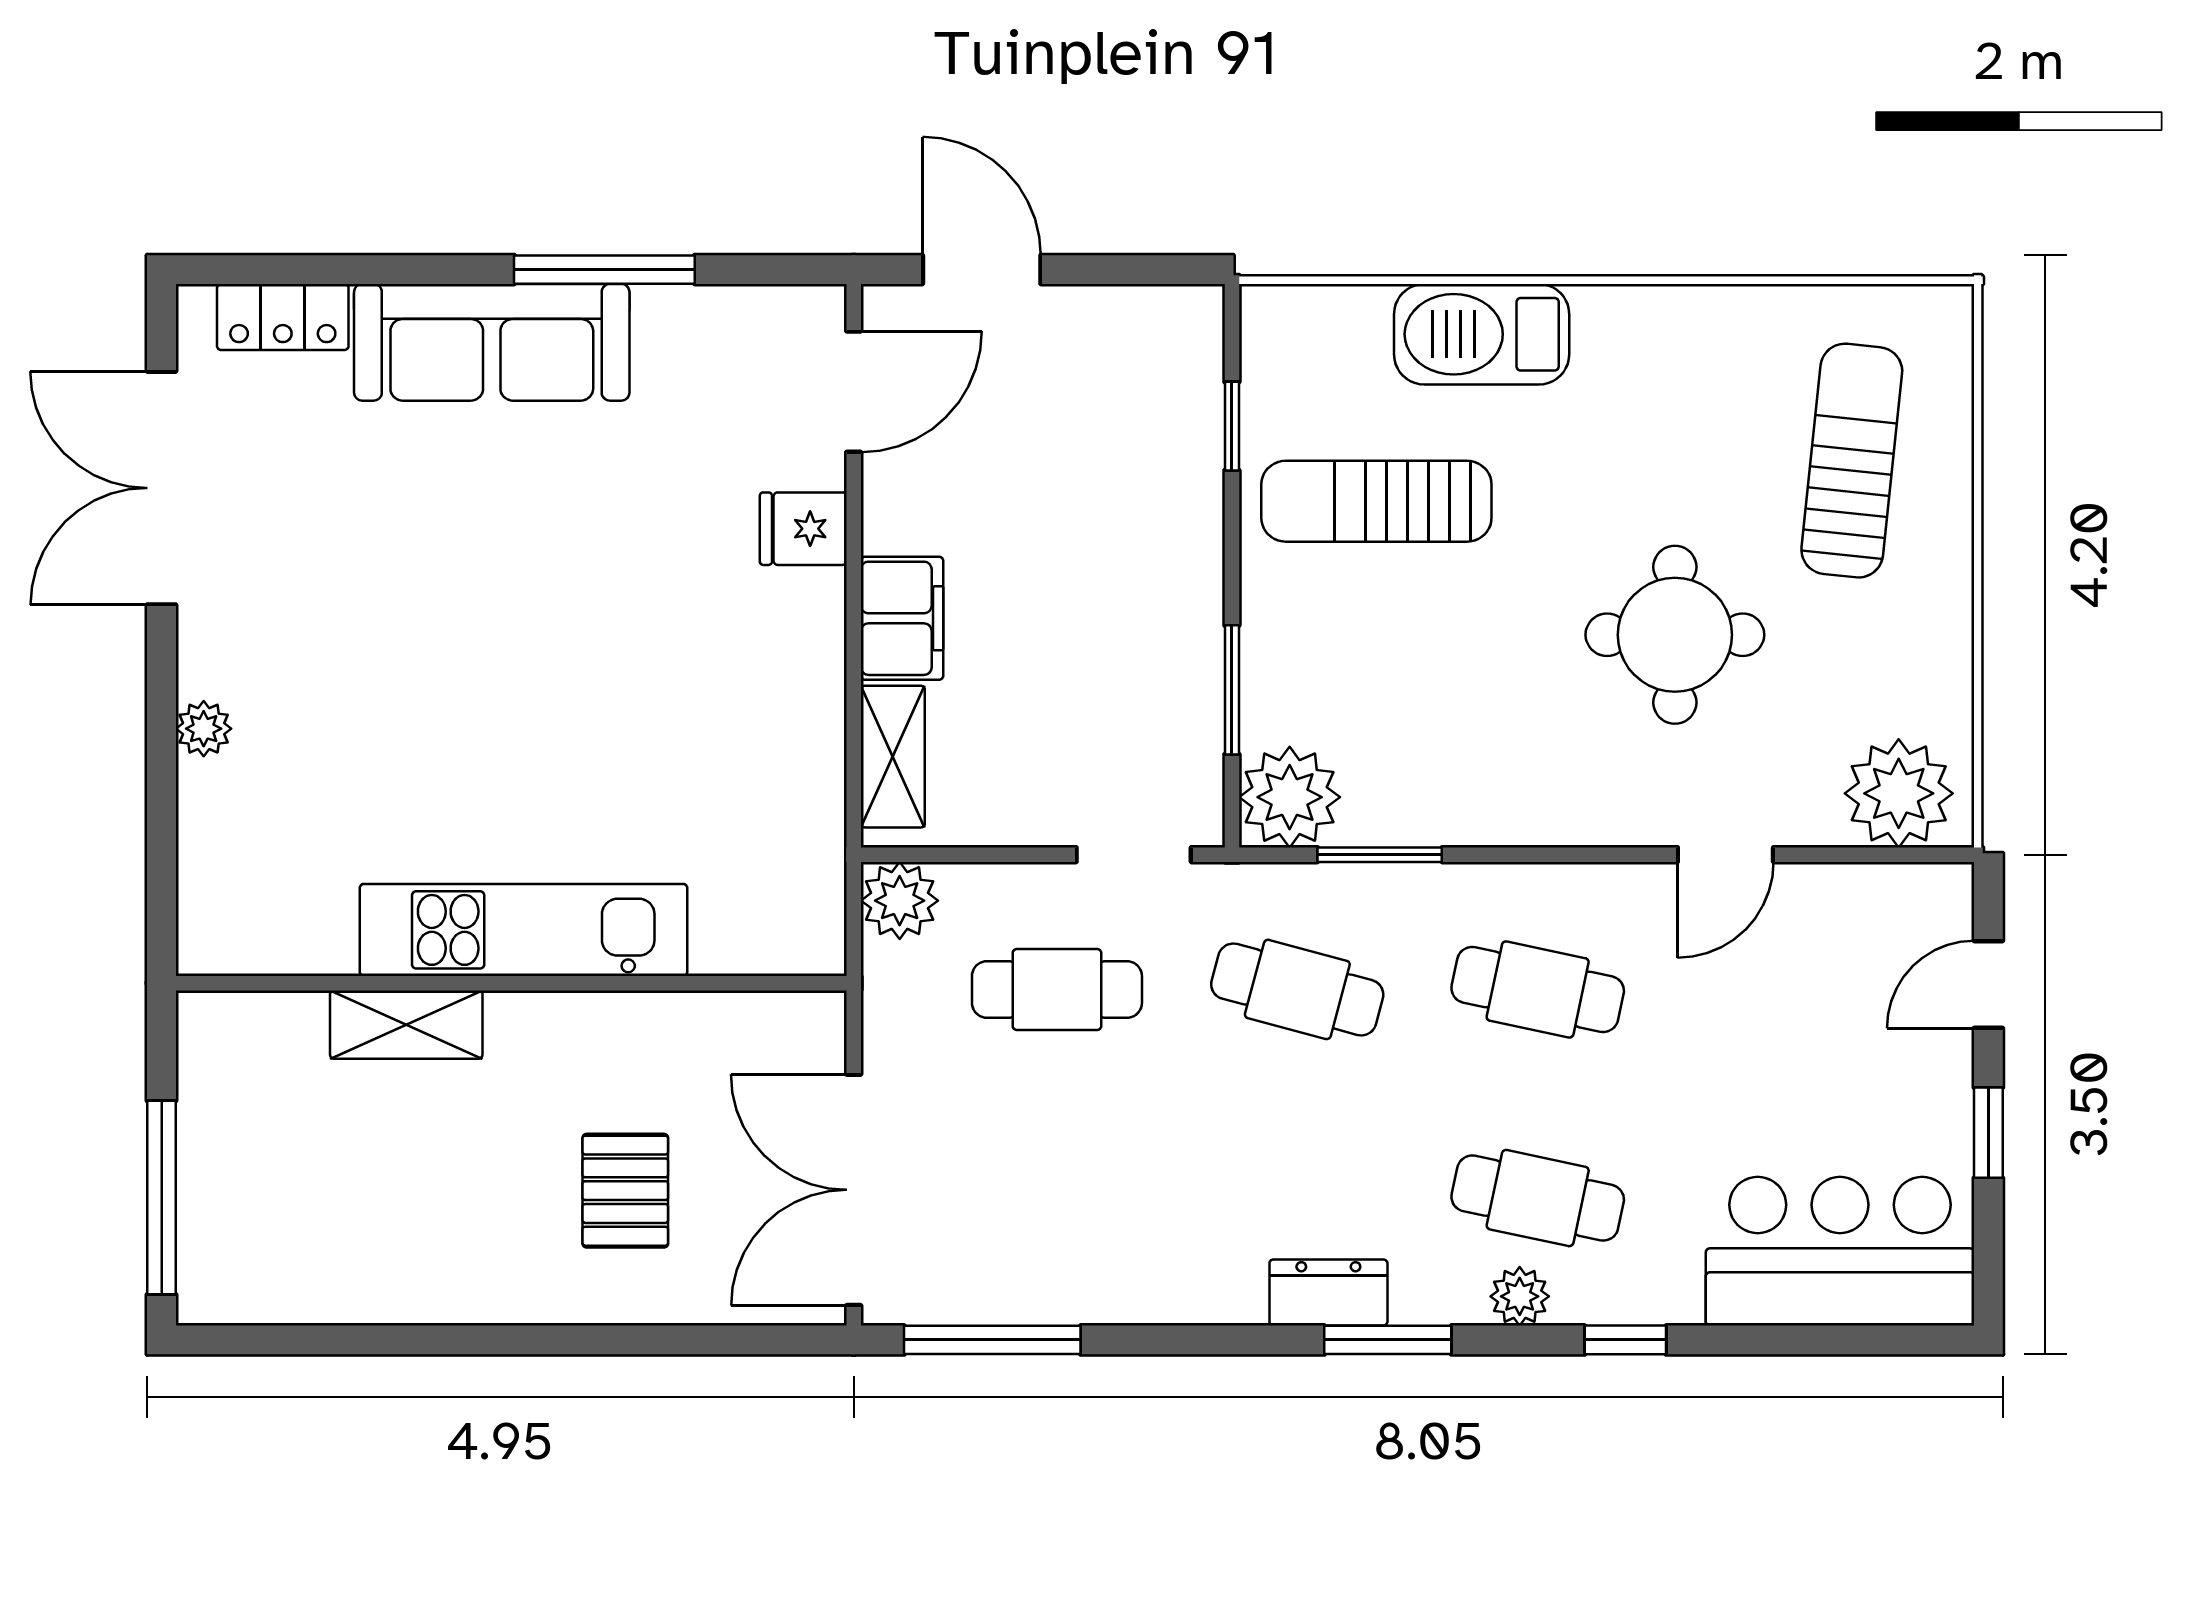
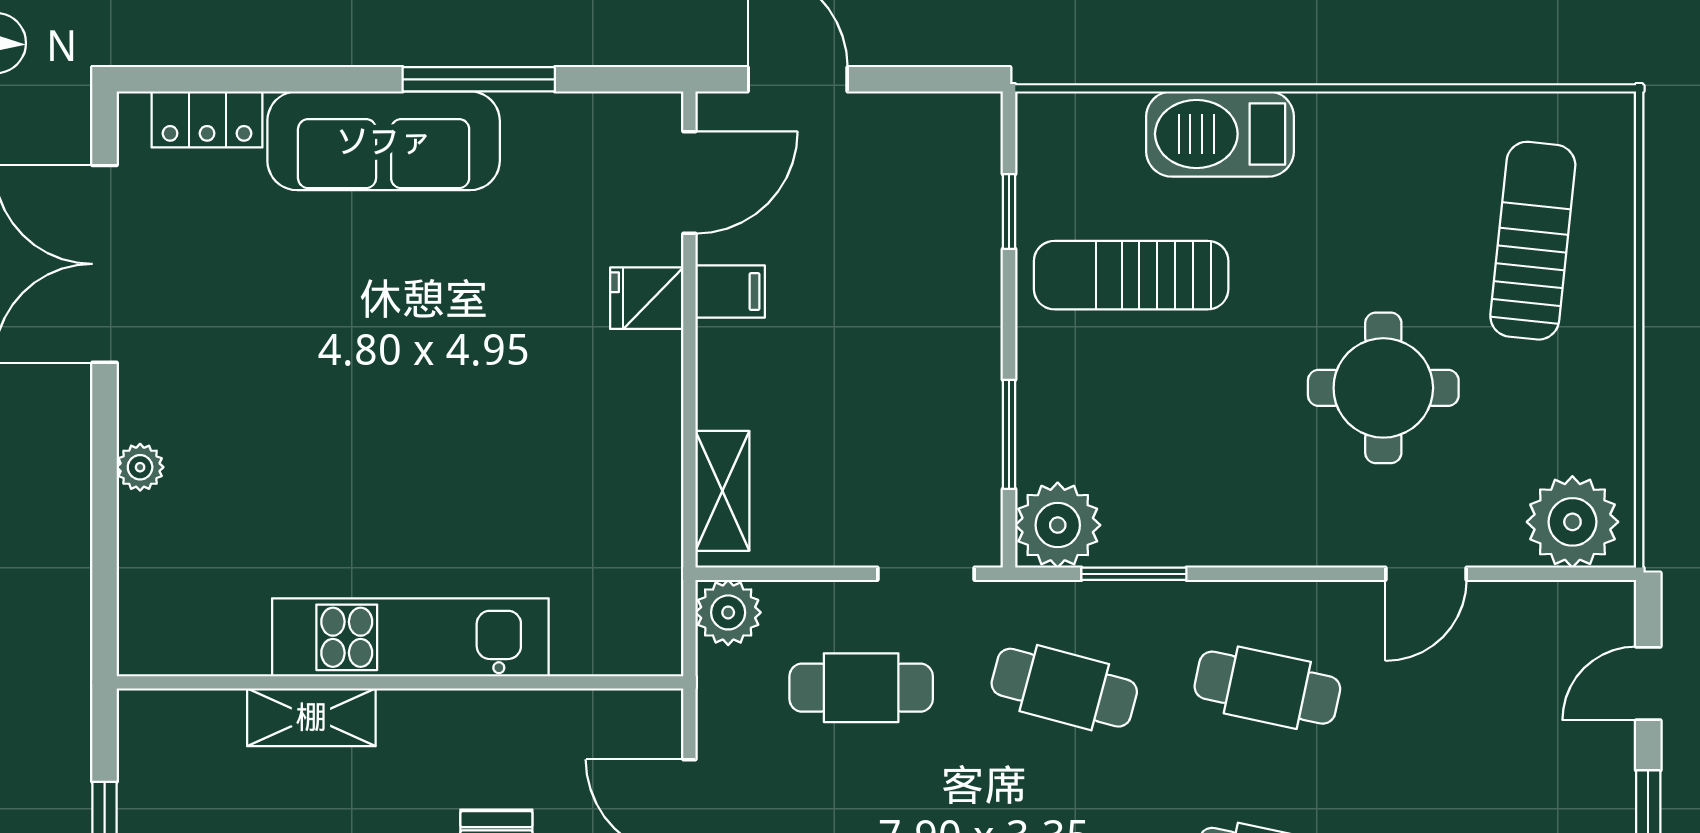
filing cabinet: (902, 618) -> (730, 291), moved, width x0.50

